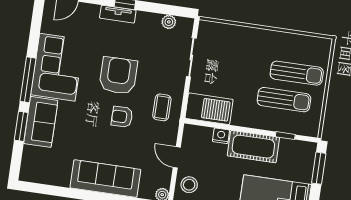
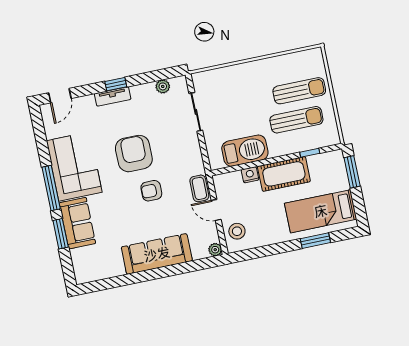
coffee table: (162, 107) -> (199, 188), moved
barbecue: (209, 109) -> (245, 151), moved

